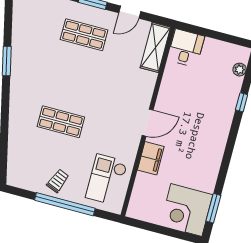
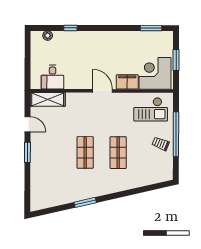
shop shelf: (84, 35) -> (85, 152), moved
desk: (186, 48) -> (53, 77), moved, turned -90
corner desk: (186, 210) -> (155, 73), moved, turned 180
window: (163, 230) -> (176, 60), added

